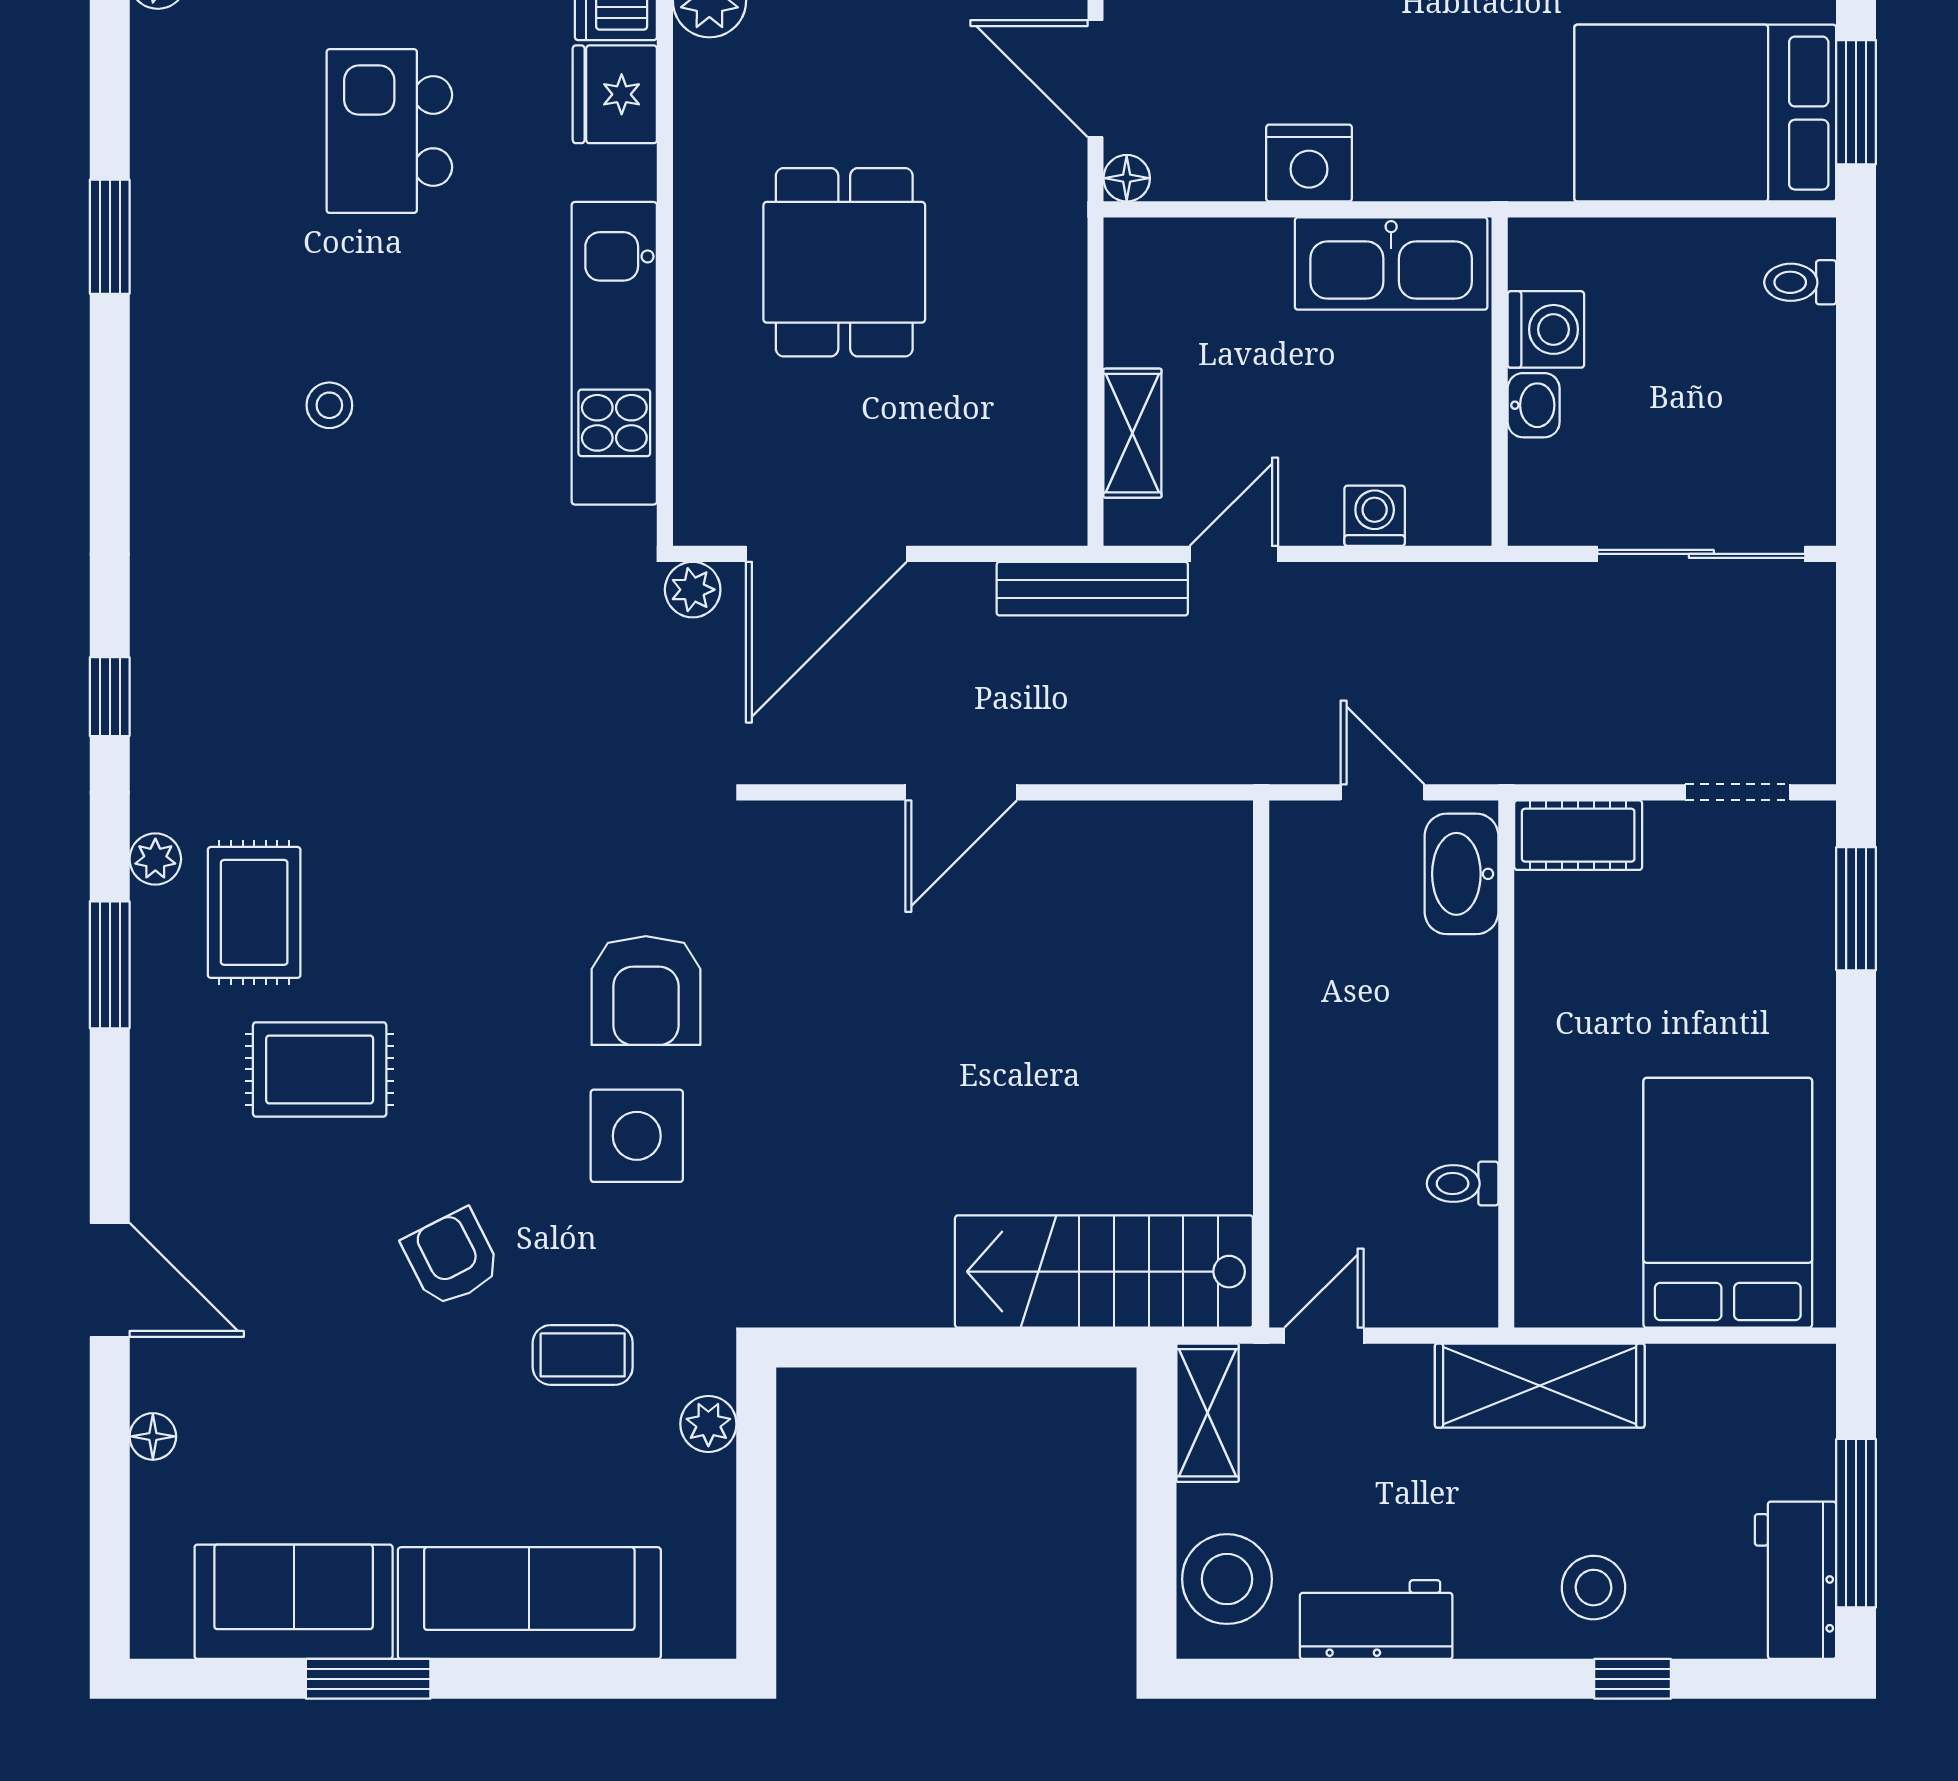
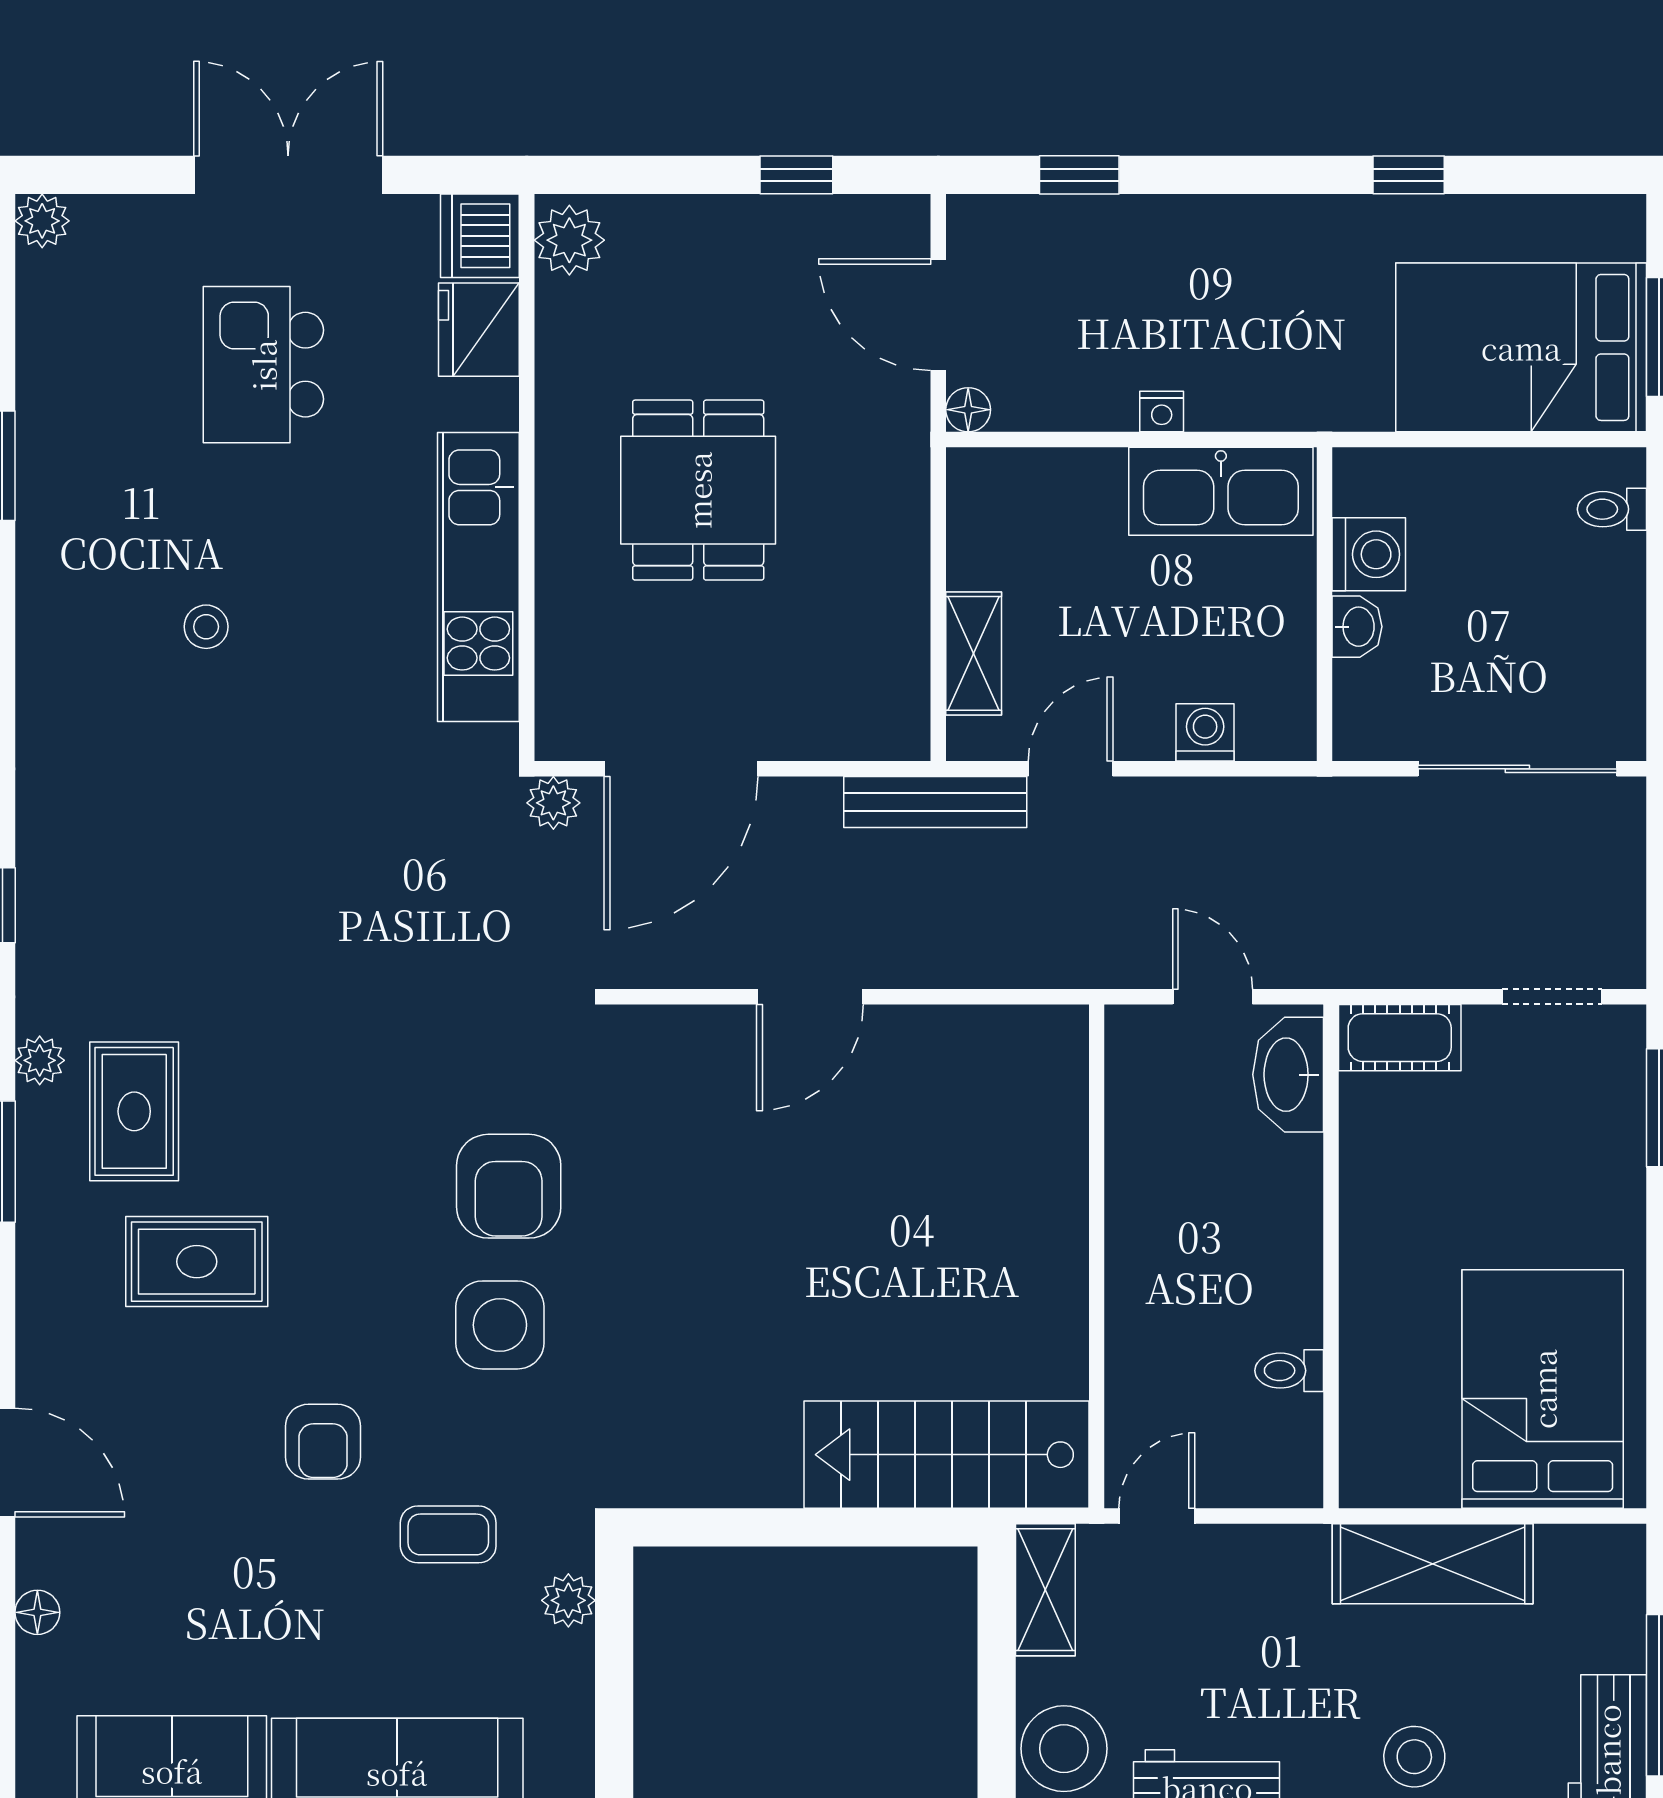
nightstand: (1309, 163) -> (1162, 411), width x0.53, depth x0.56
armchair: (452, 1258) -> (323, 1442), turned -153
shelving: (1540, 1386) -> (1433, 1564), moved

